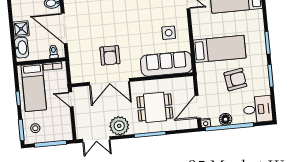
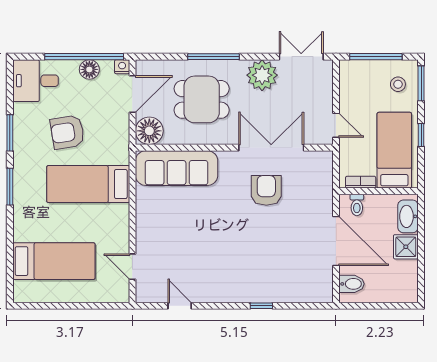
side table: (169, 33) -> (168, 218), removed
floor lamp: (185, 85) -> (149, 131), added

